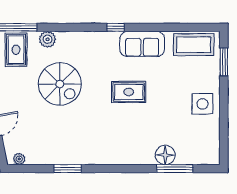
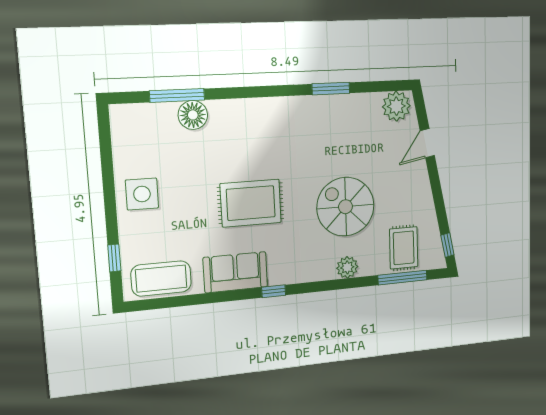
plant: (48, 39) -> (347, 267), moved
window: (224, 62) -> (114, 258), width x0.67
rug: (129, 92) -> (251, 203), width x1.36, depth x1.43
plant: (19, 159) -> (396, 106), width x1.88, depth x1.88

